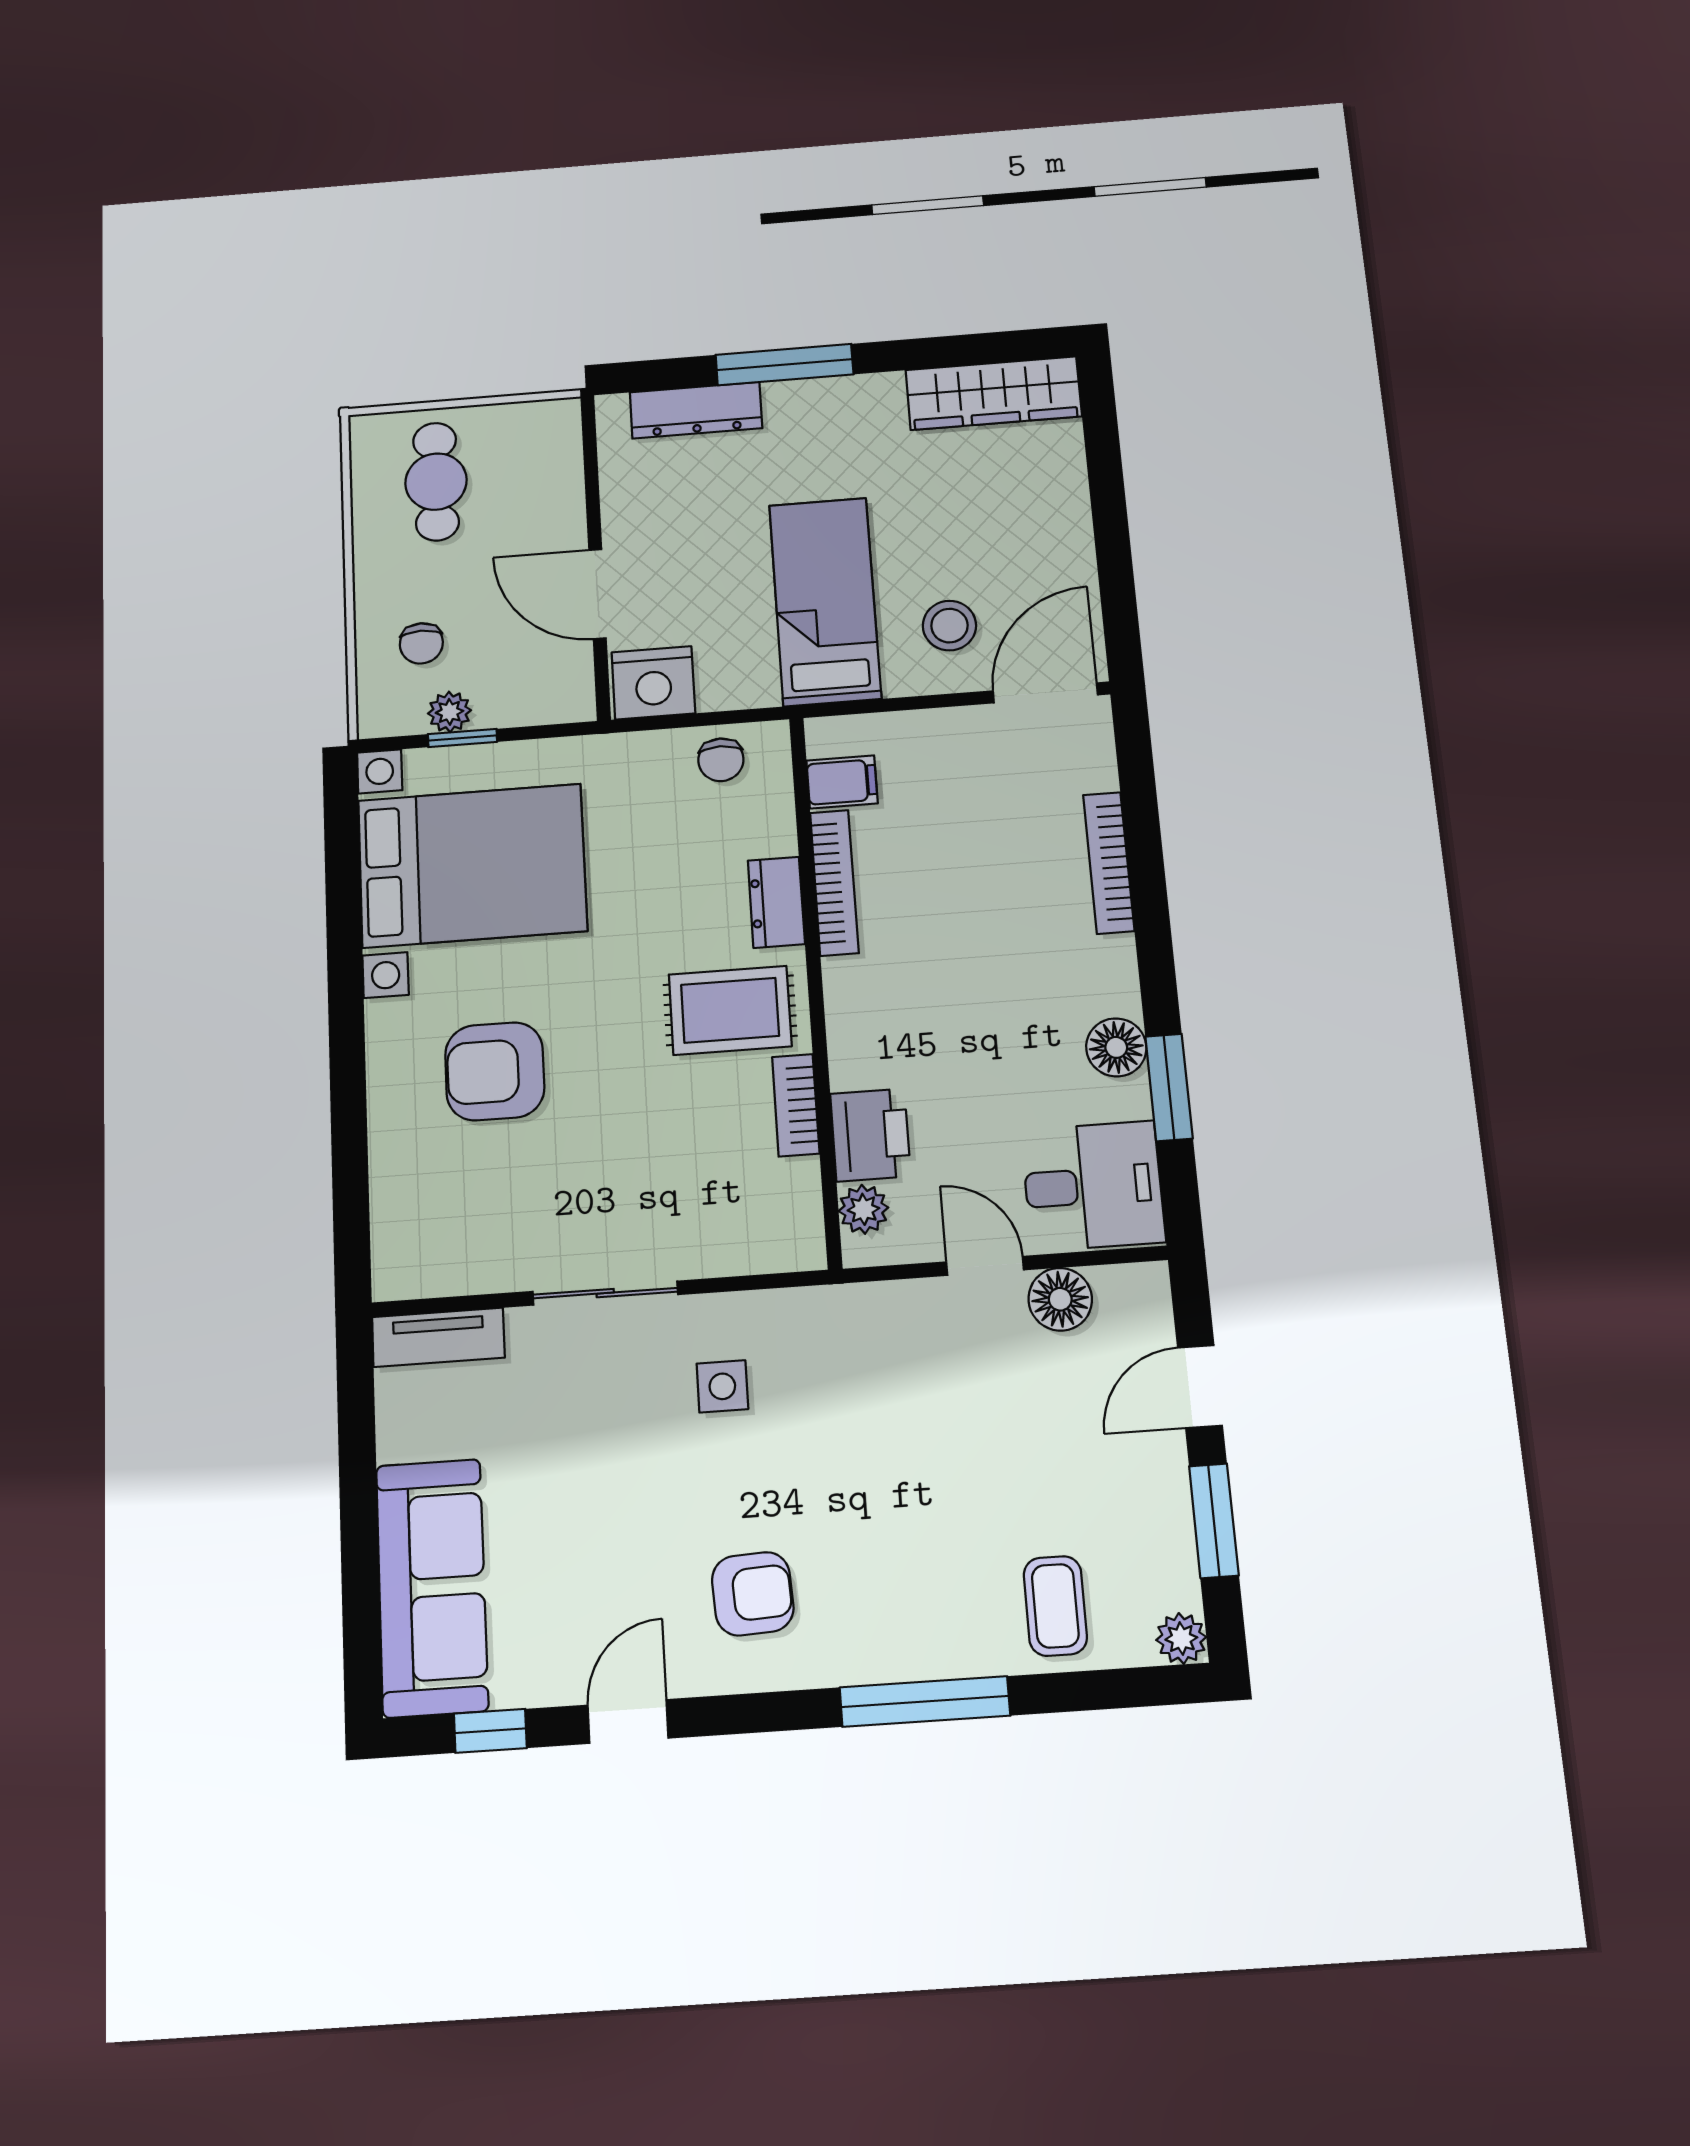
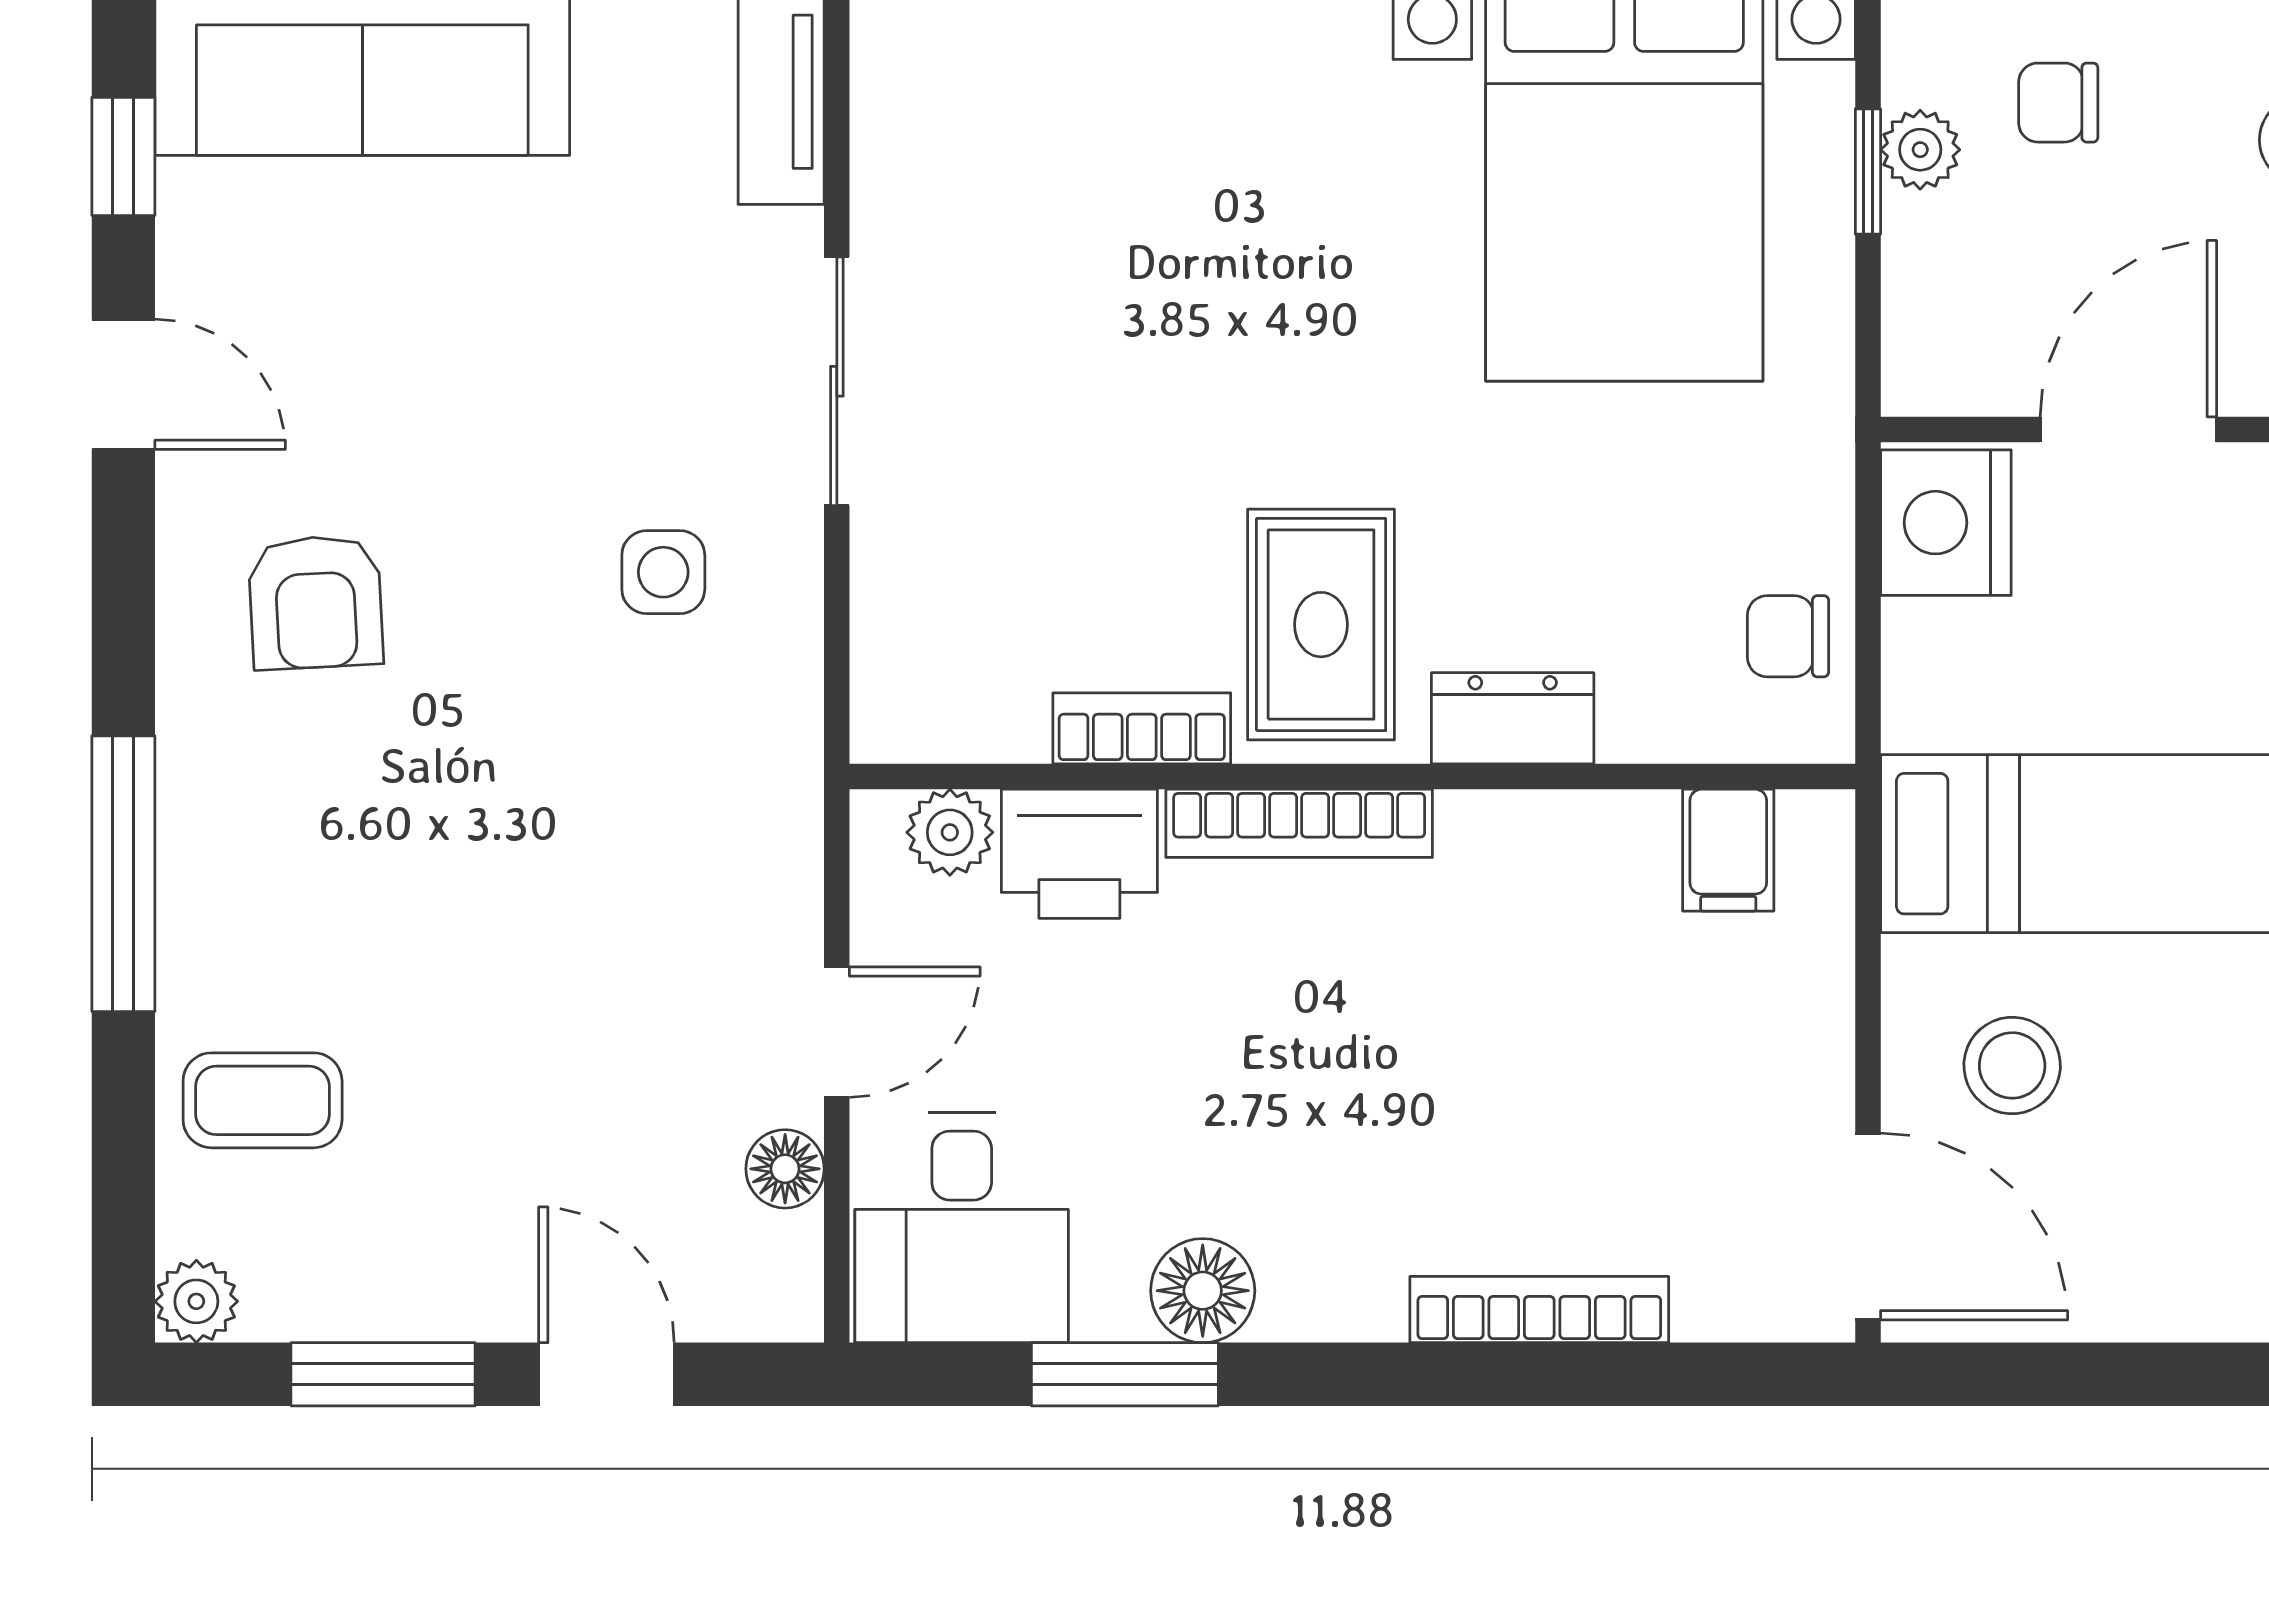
bookcase: (834, 883) -> (1299, 823), moved
armchair: (495, 1071) -> (1242, 206), removed
floor lamp: (1060, 1299) -> (785, 1169), width x0.73, depth x0.73

